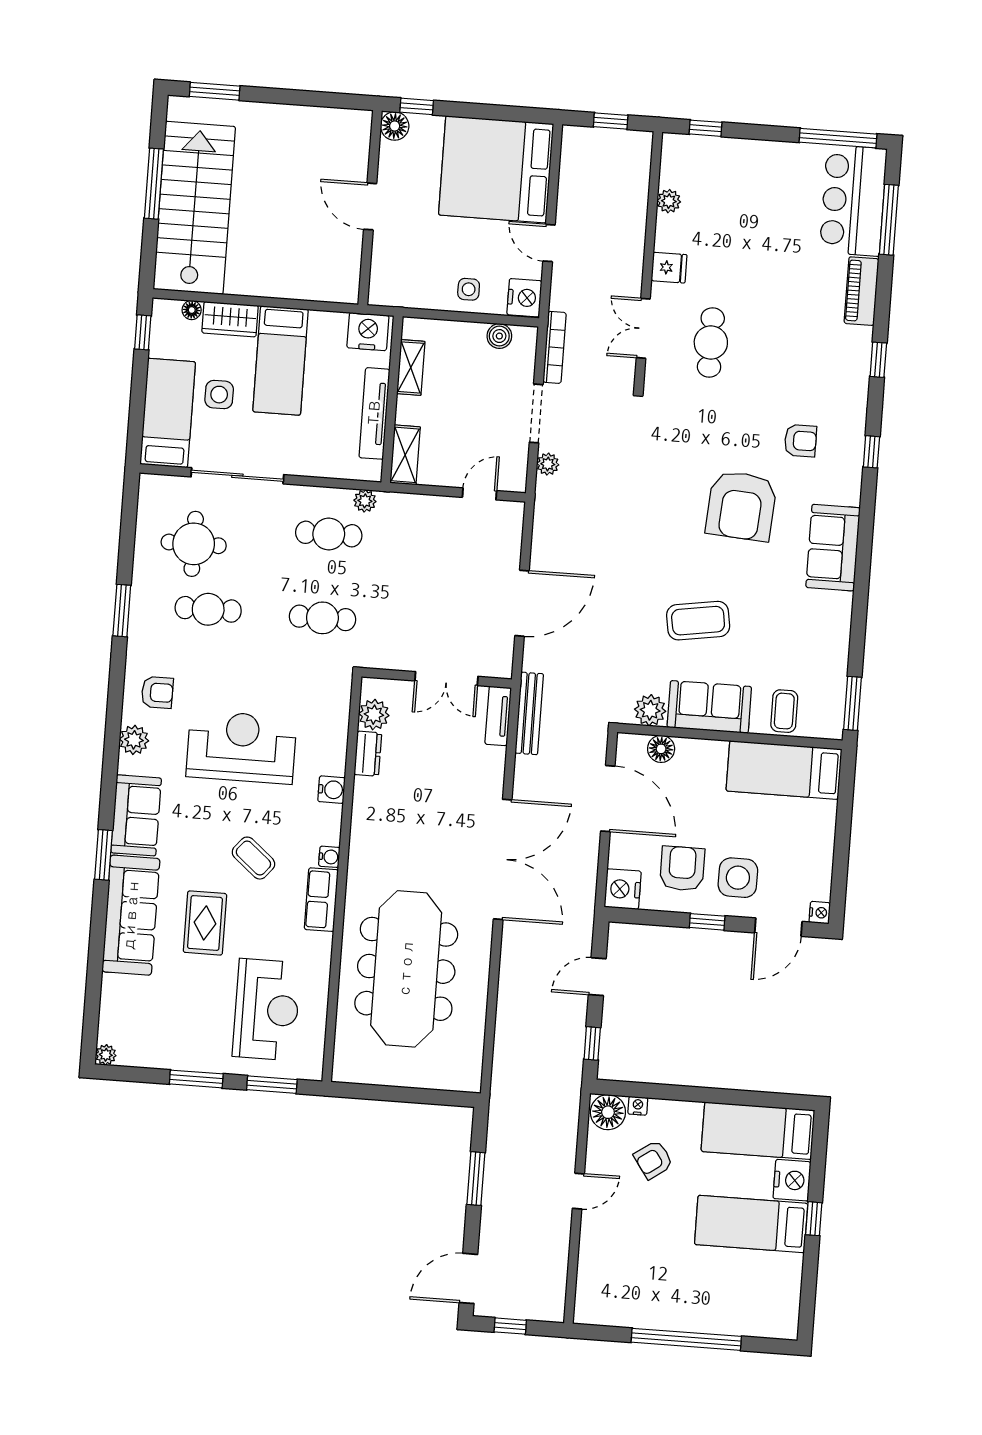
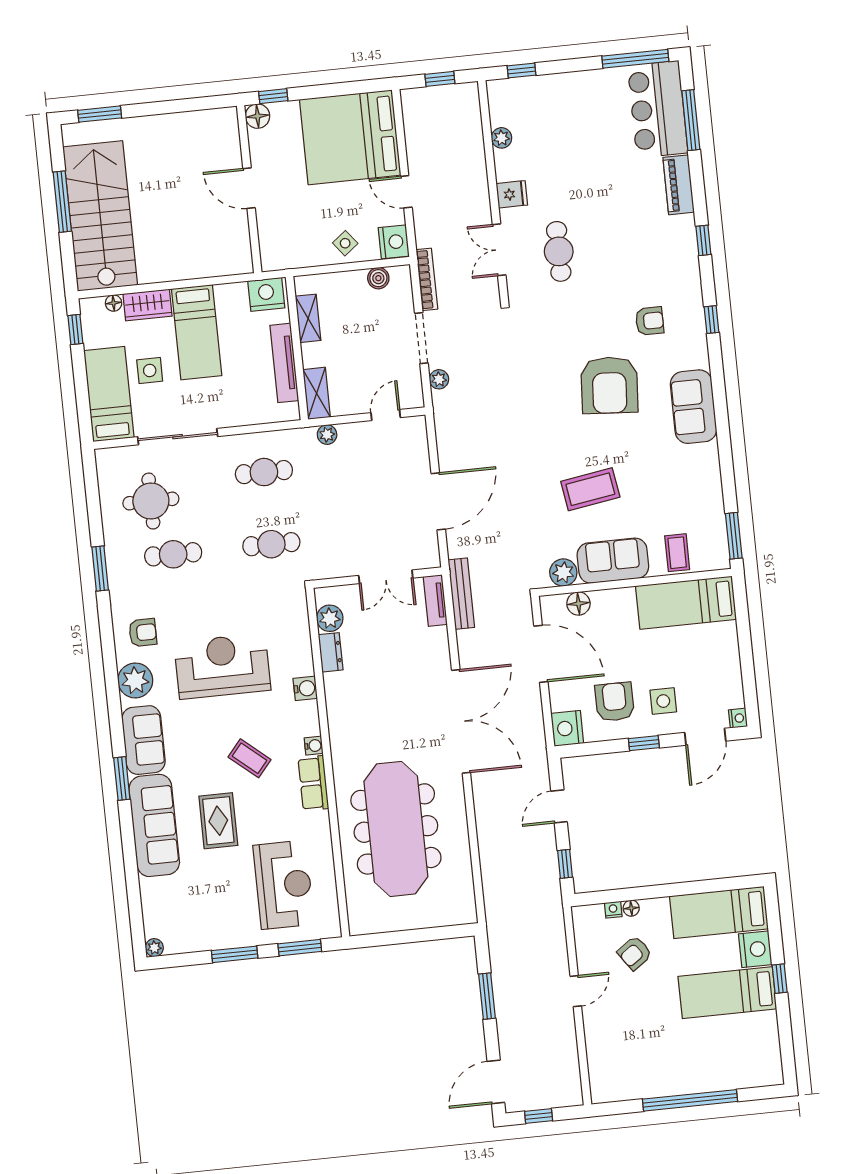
side table: (469, 289) -> (345, 243), turned -38
plant: (365, 501) -> (327, 435), moved
plant: (134, 740) -> (135, 680), width x1.36, depth x1.36
side table: (738, 878) -> (663, 701), width x0.73, depth x0.73
floor lamp: (608, 1112) -> (631, 908), moved, width x0.53, depth x0.53

